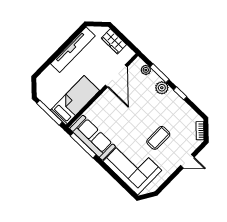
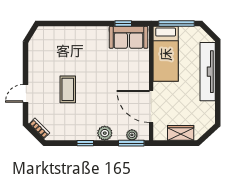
tv unit: (73, 50) -> (208, 72), moved
window: (160, 73) -> (131, 143), moved
sofa: (93, 138) -> (128, 37), width x0.73
window: (83, 145) -> (123, 24), width x0.46
corner sofa: (132, 166) -> (67, 46), removed

